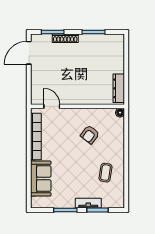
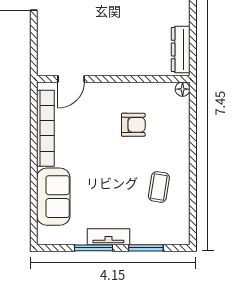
door: (52, 106) -> (71, 79), swing flipped
armchair: (90, 135) -> (133, 125), turned -127
tv unit: (88, 203) -> (108, 237), moved

